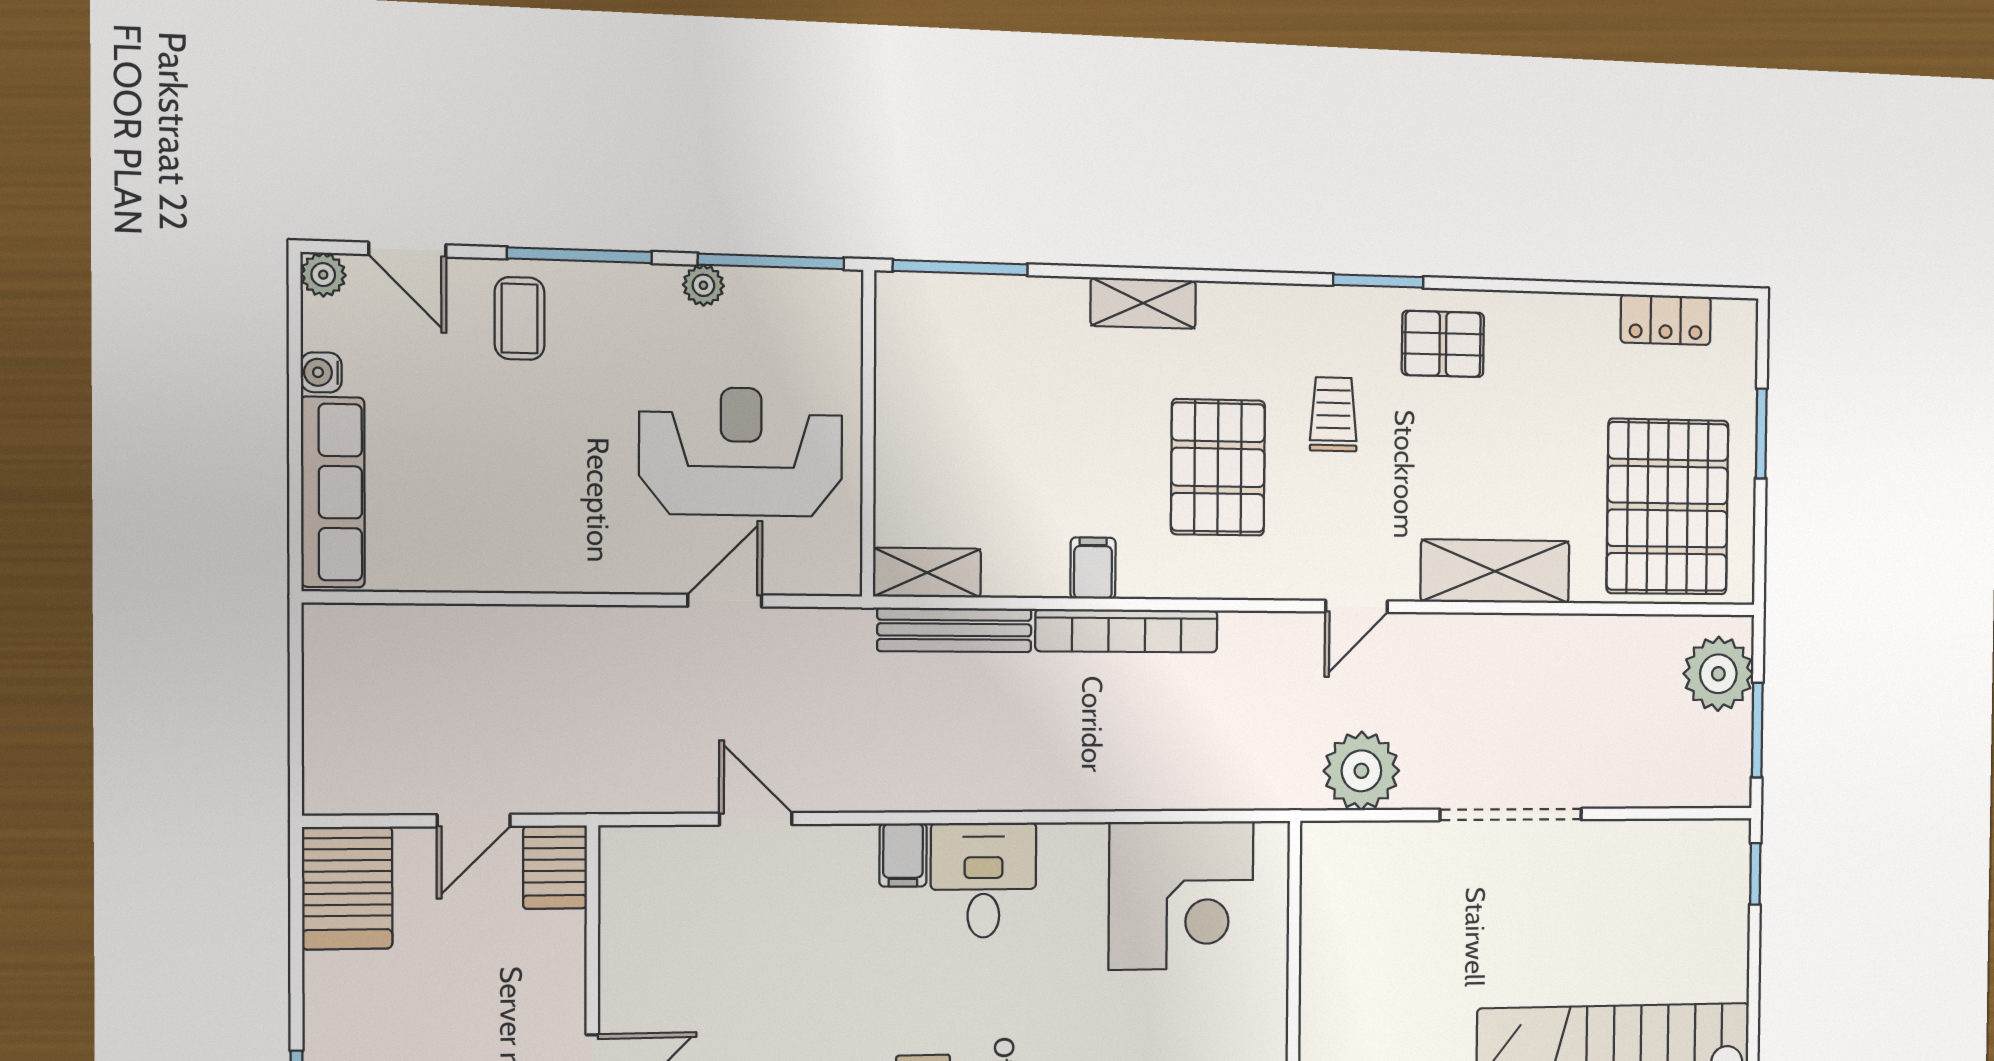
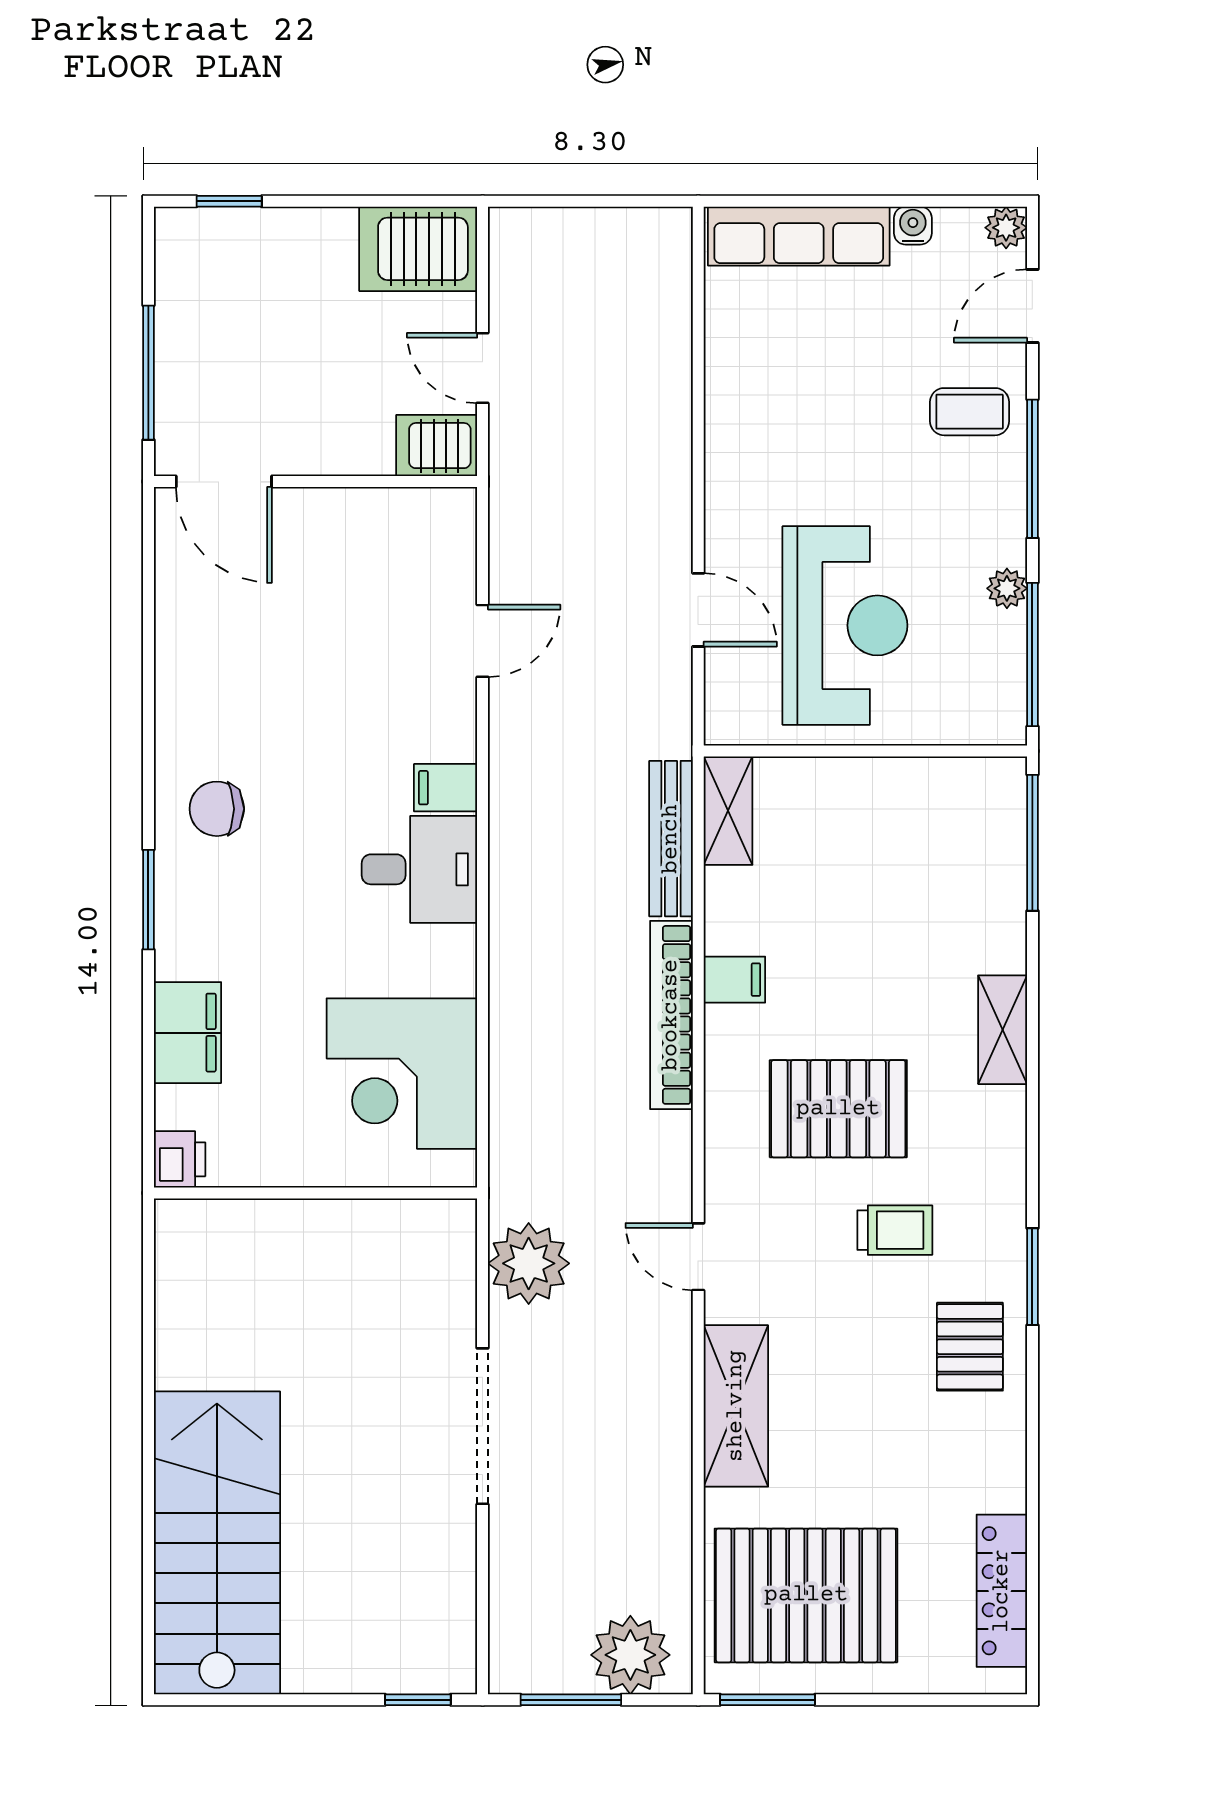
locker: (1666, 320) -> (1002, 1591), width x1.53
window: (1761, 434) -> (767, 1700), moved

